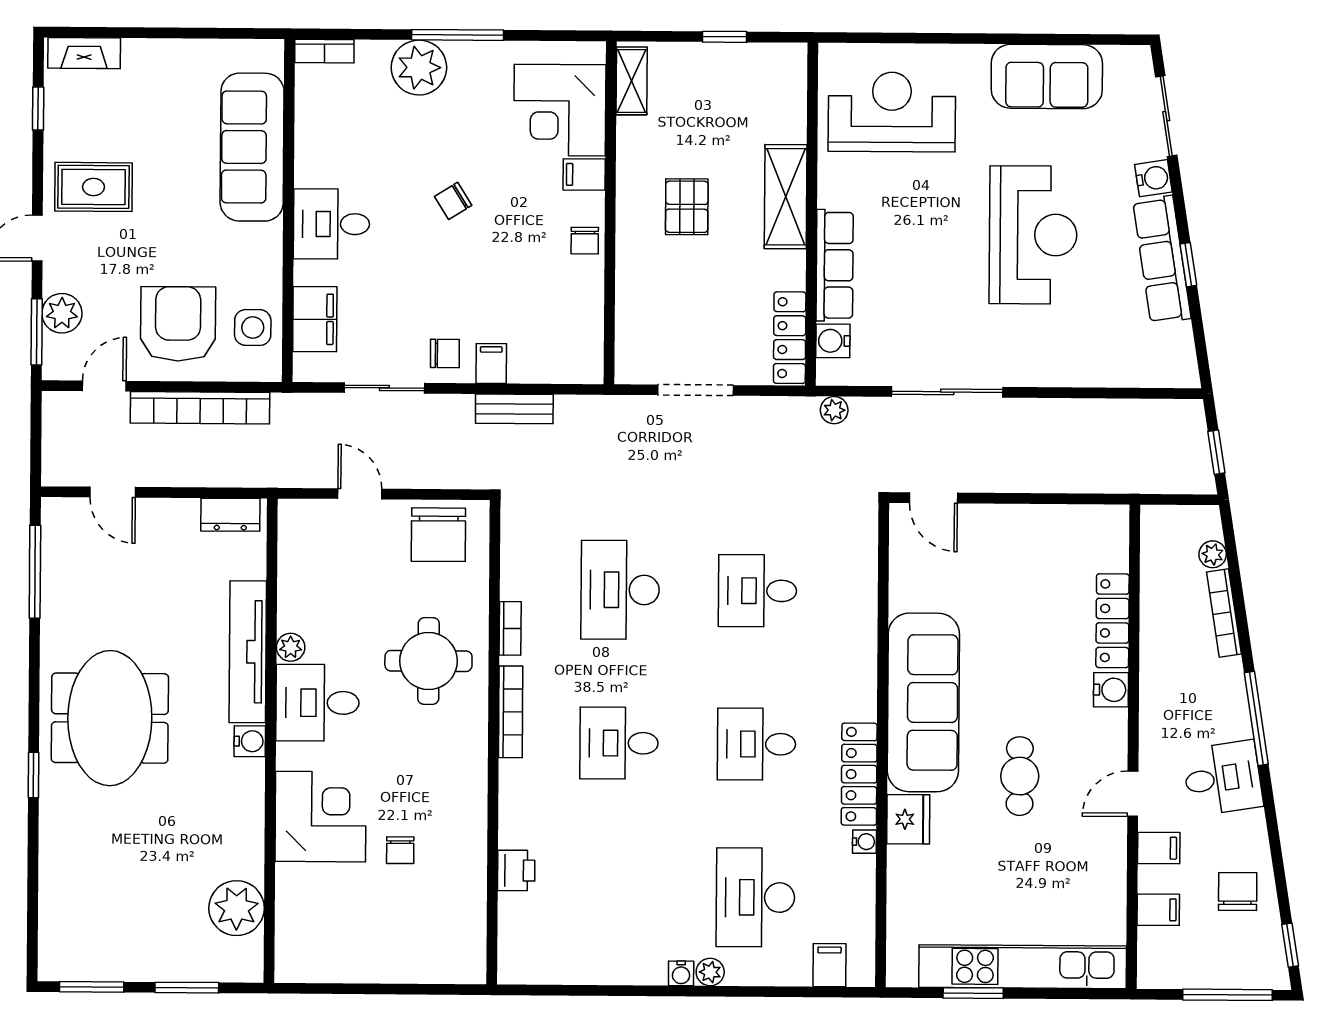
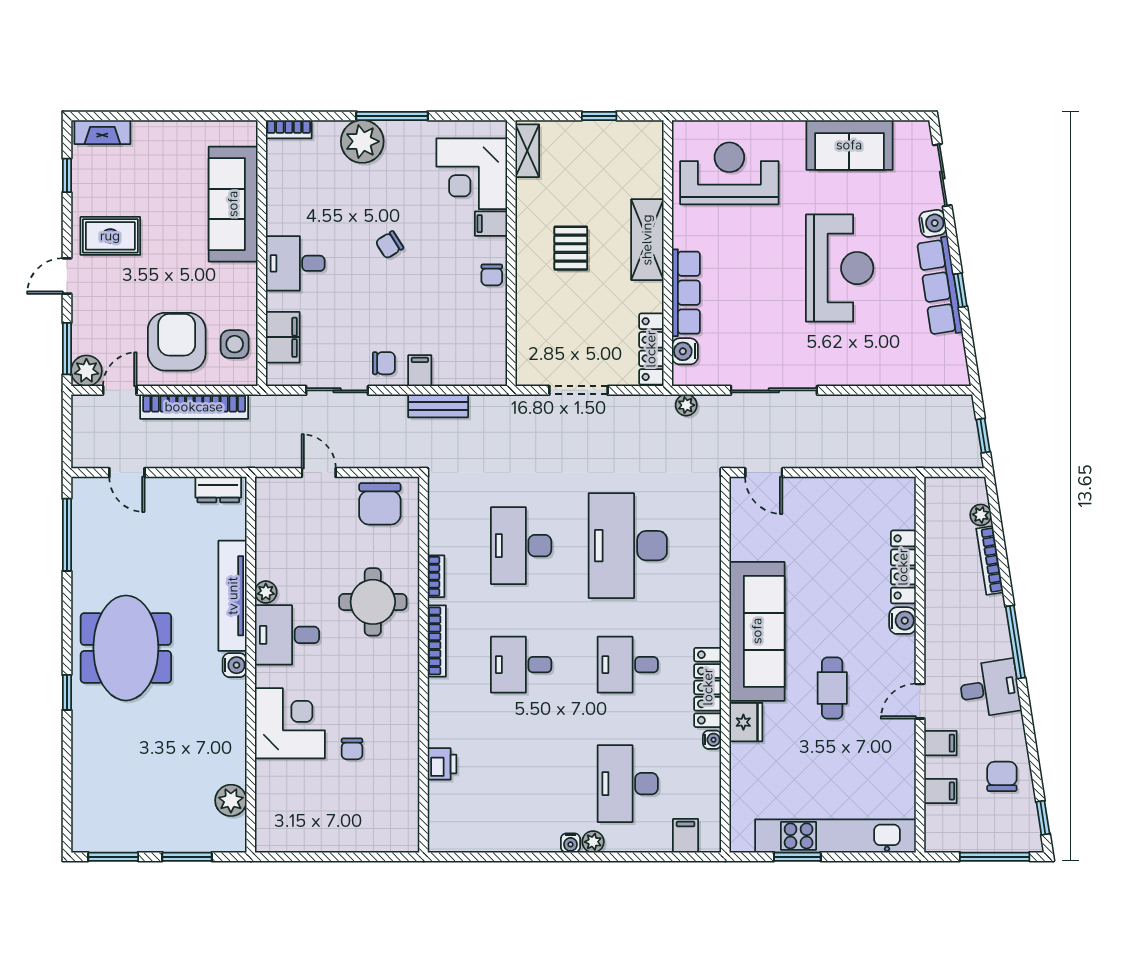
plant: (62, 313) -> (86, 371), moved
desk: (758, 591) -> (628, 546), width x1.87, depth x1.30
plant: (237, 908) -> (231, 800), width x0.73, depth x0.73

